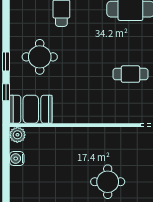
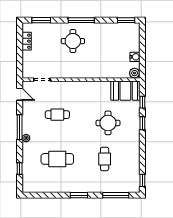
round table: (40, 57) -> (108, 123), moved

